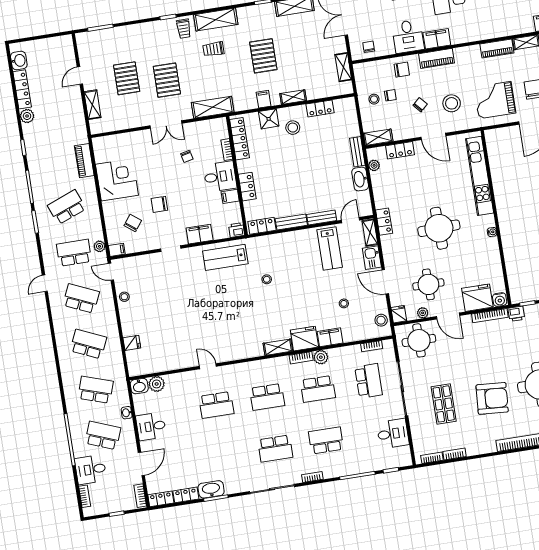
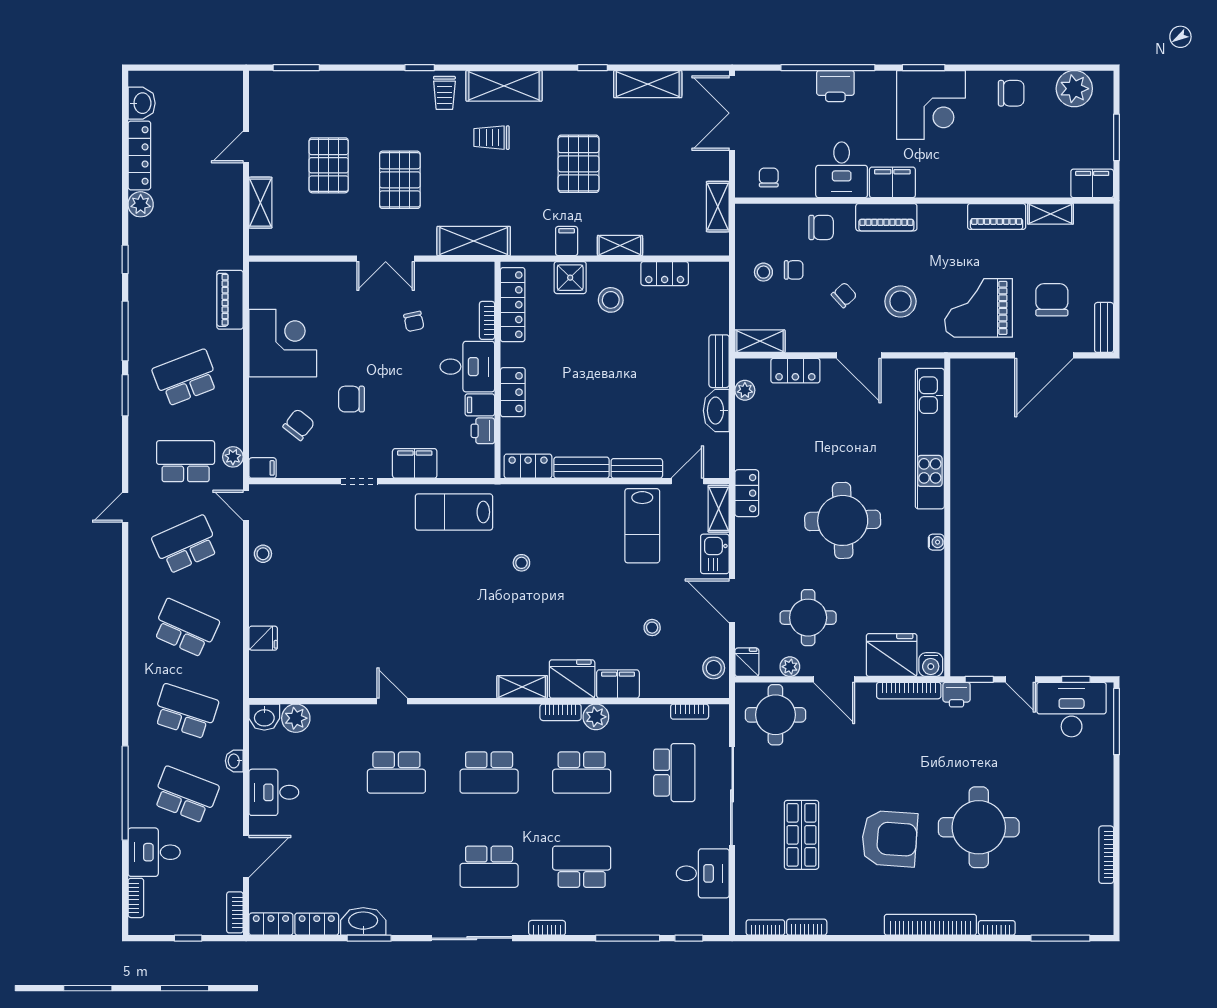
printer: (237, 230) -> (483, 431), moved, turned -90
school desk: (81, 298) -> (186, 545), turned -48

